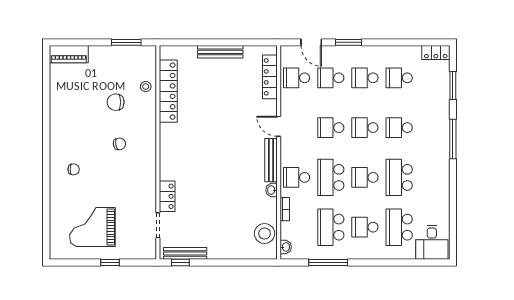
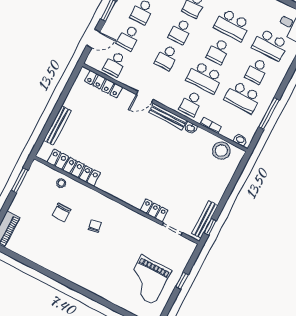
bench: (220, 52) -> (57, 125), moved
chair: (74, 169) -> (96, 271), removed

